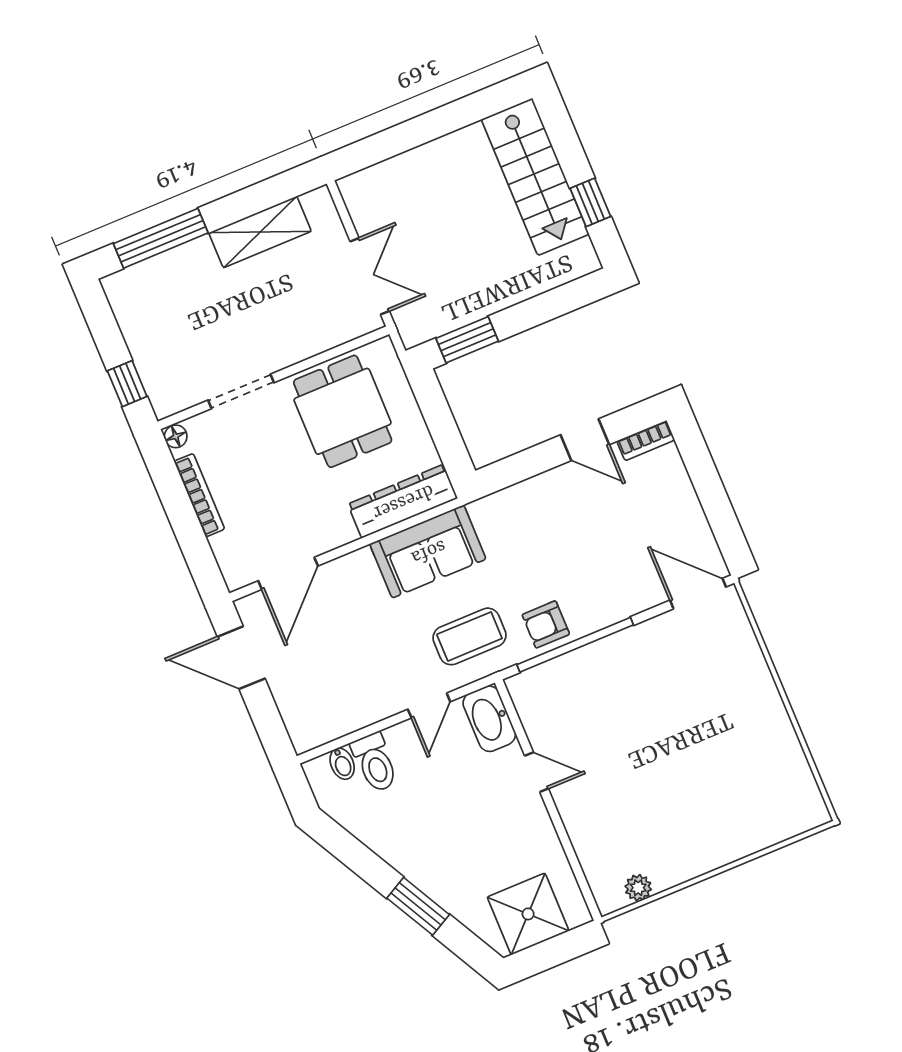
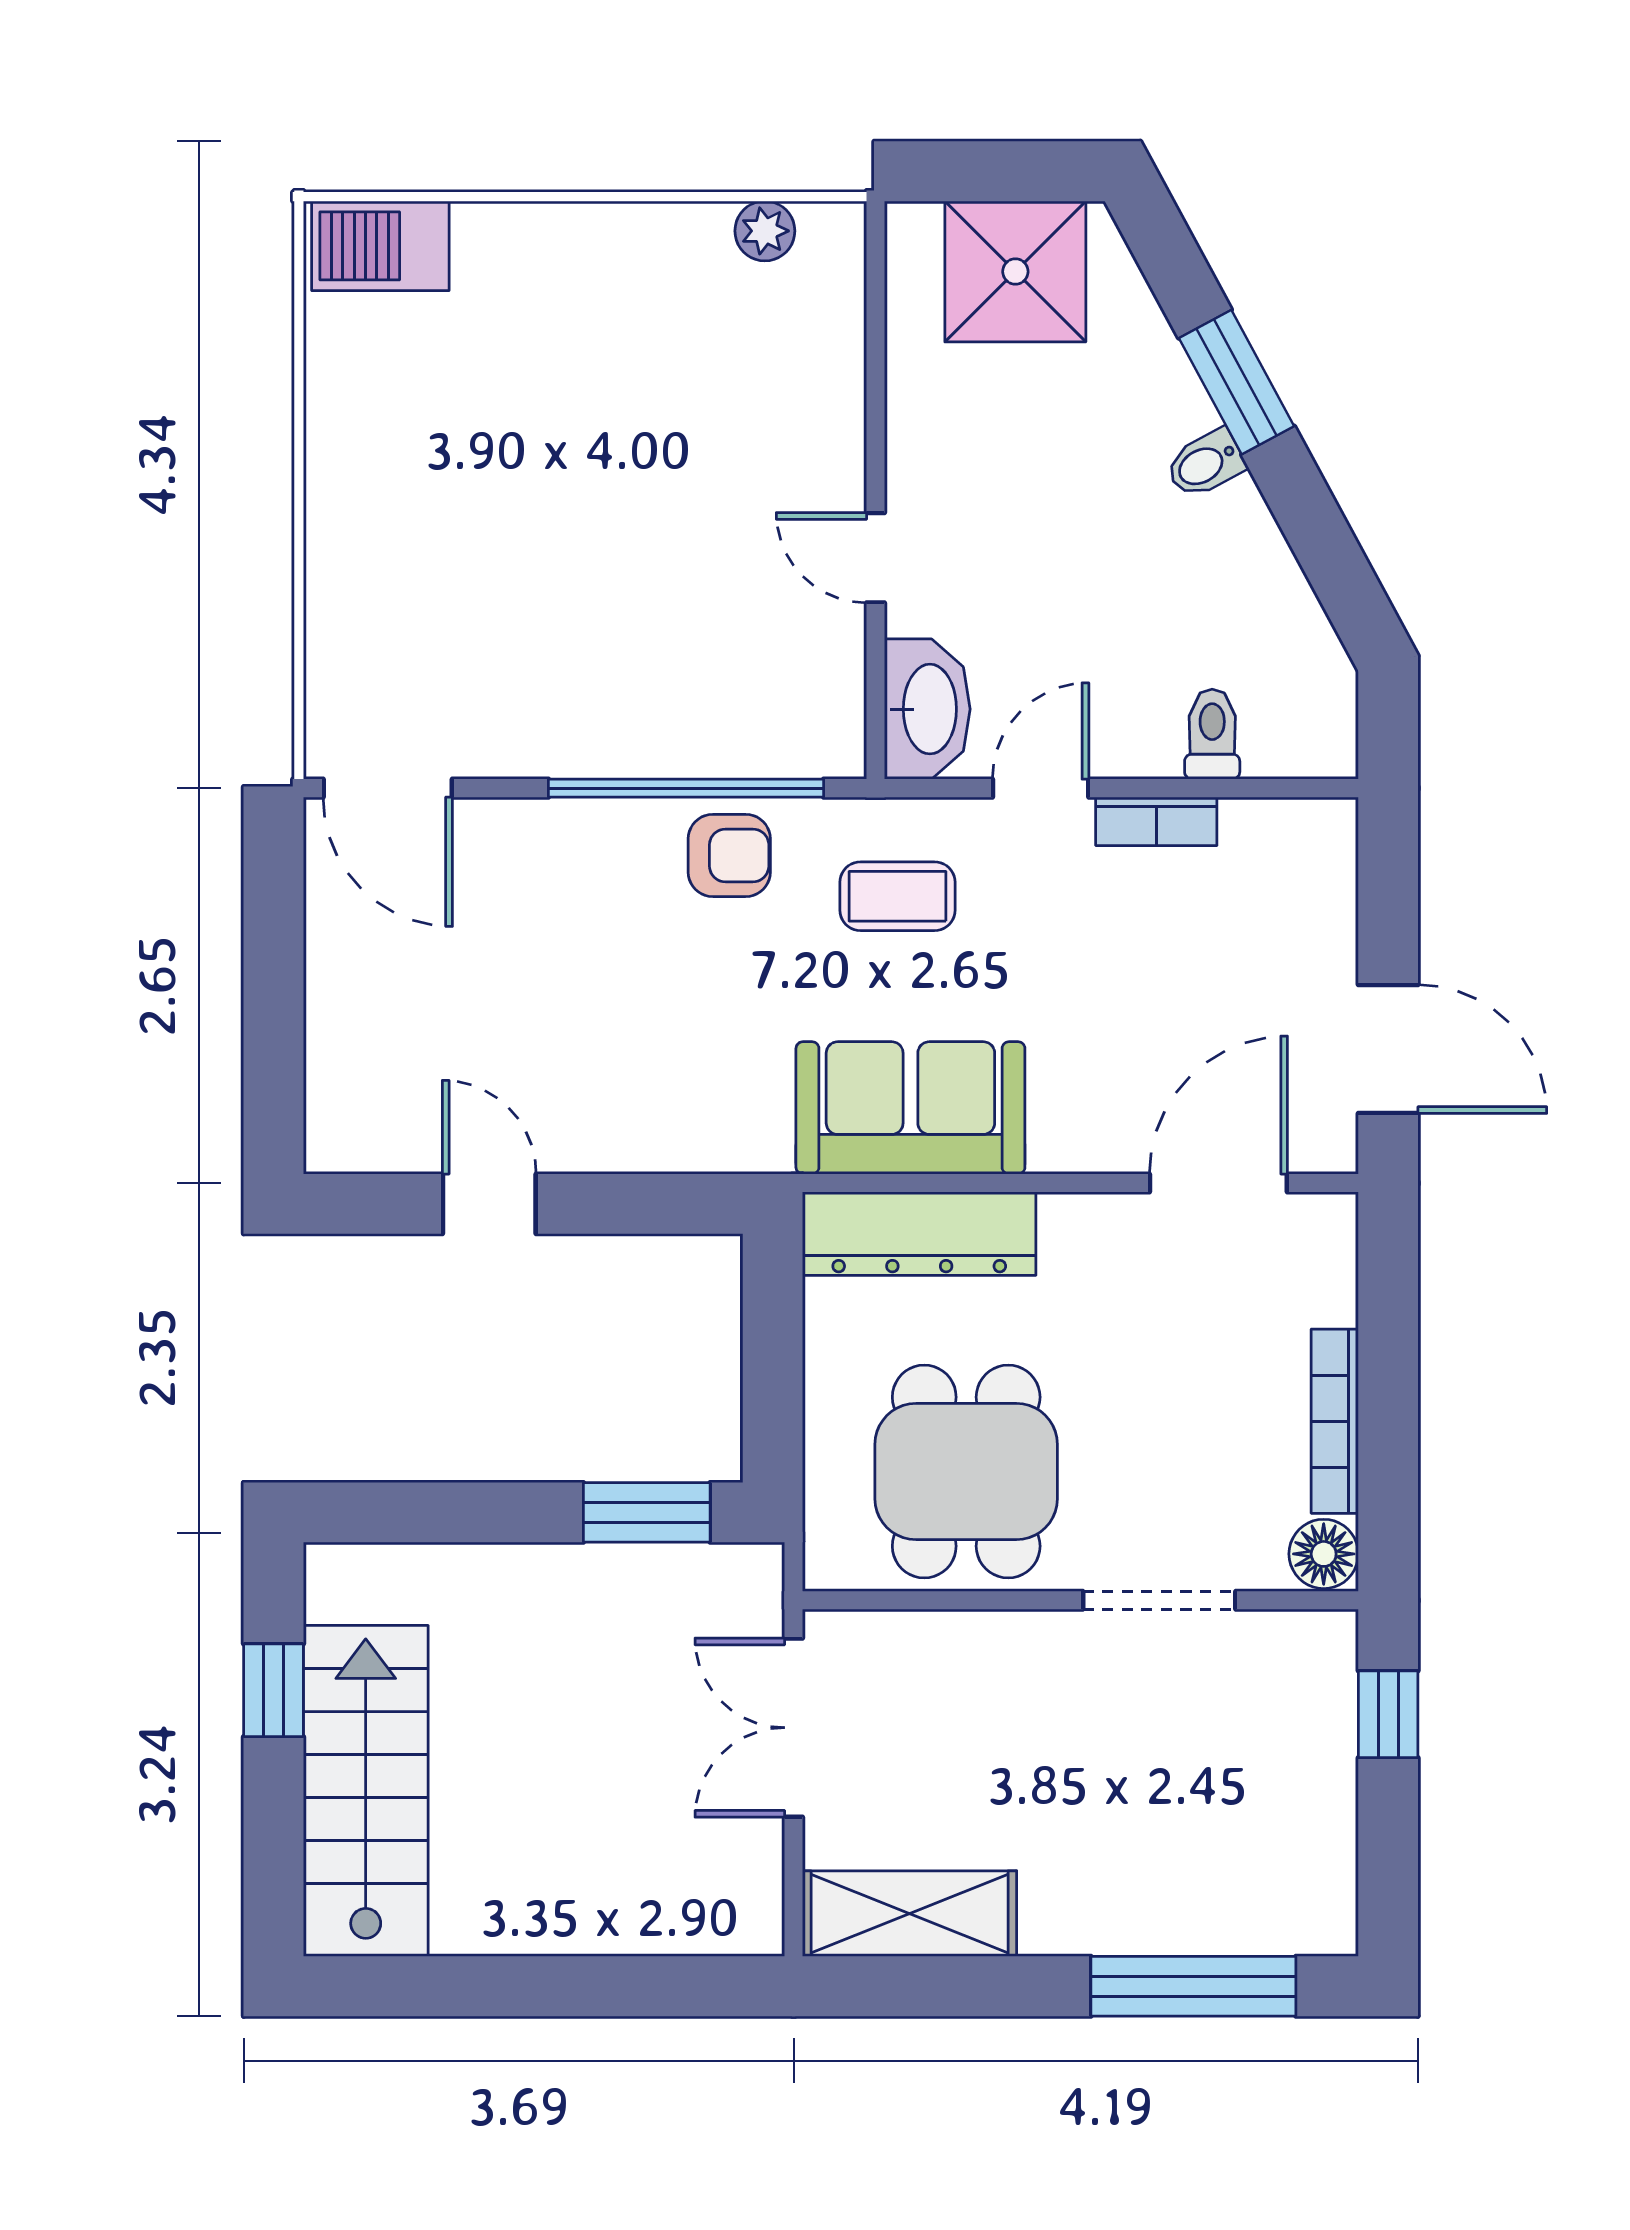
shelving: (260, 232) -> (910, 1914), moved
floor lamp: (176, 436) -> (1324, 1554), width x1.37, depth x1.37
bookcase: (646, 441) -> (1156, 821), moved, turned 180
coffee table: (469, 636) -> (897, 896), width x0.73, depth x0.77
toilet: (375, 763) -> (1212, 734), width x0.73, depth x0.72
bidet: (342, 764) -> (1205, 464), moved, turned -118
barbecue: (794, 816) -> (380, 246), added

